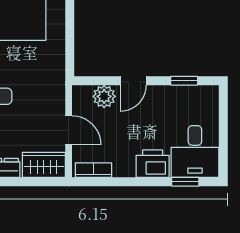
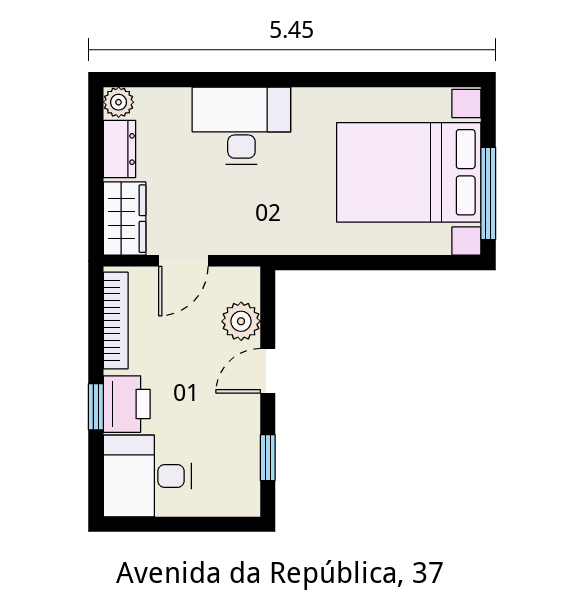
door: (133, 81) -> (268, 371), hinge flipped
bookcase: (93, 170) -> (116, 320), width x1.56
window: (185, 182) -> (96, 407), moved

